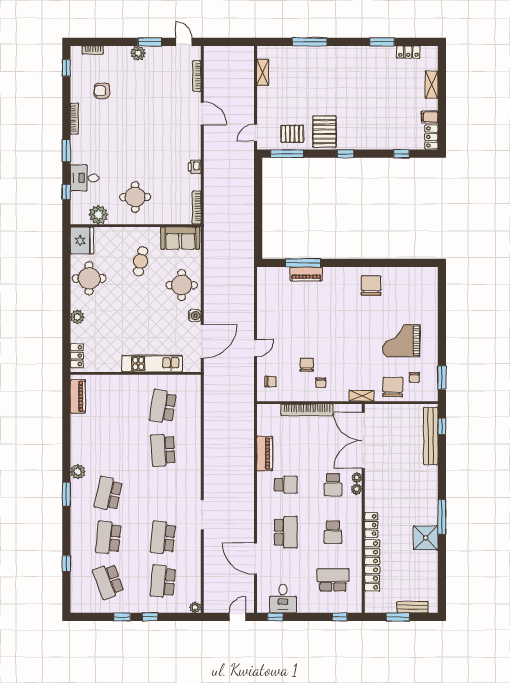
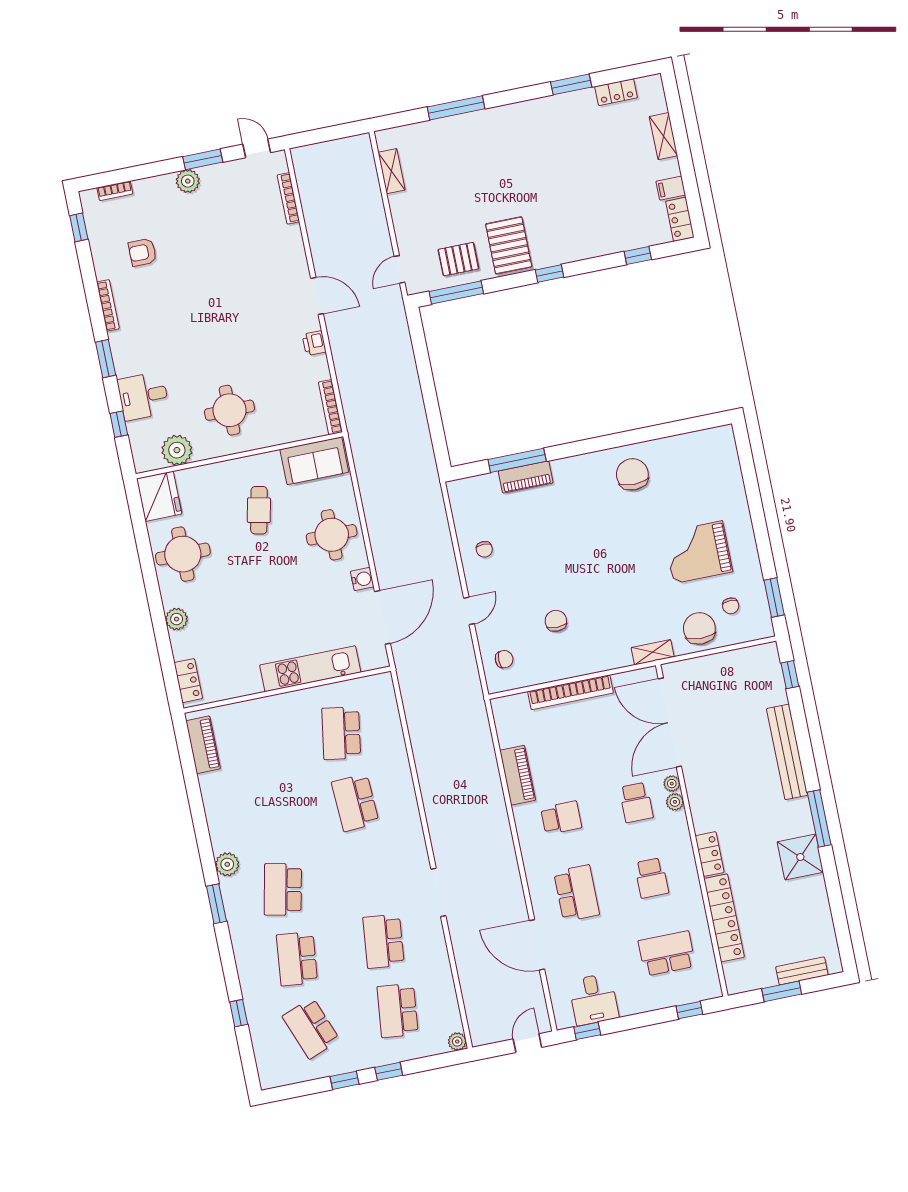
door: (202, 113) -> (317, 296), moved
chair: (321, 383) -> (484, 549), moved
bench: (431, 436) -> (787, 752), moved

